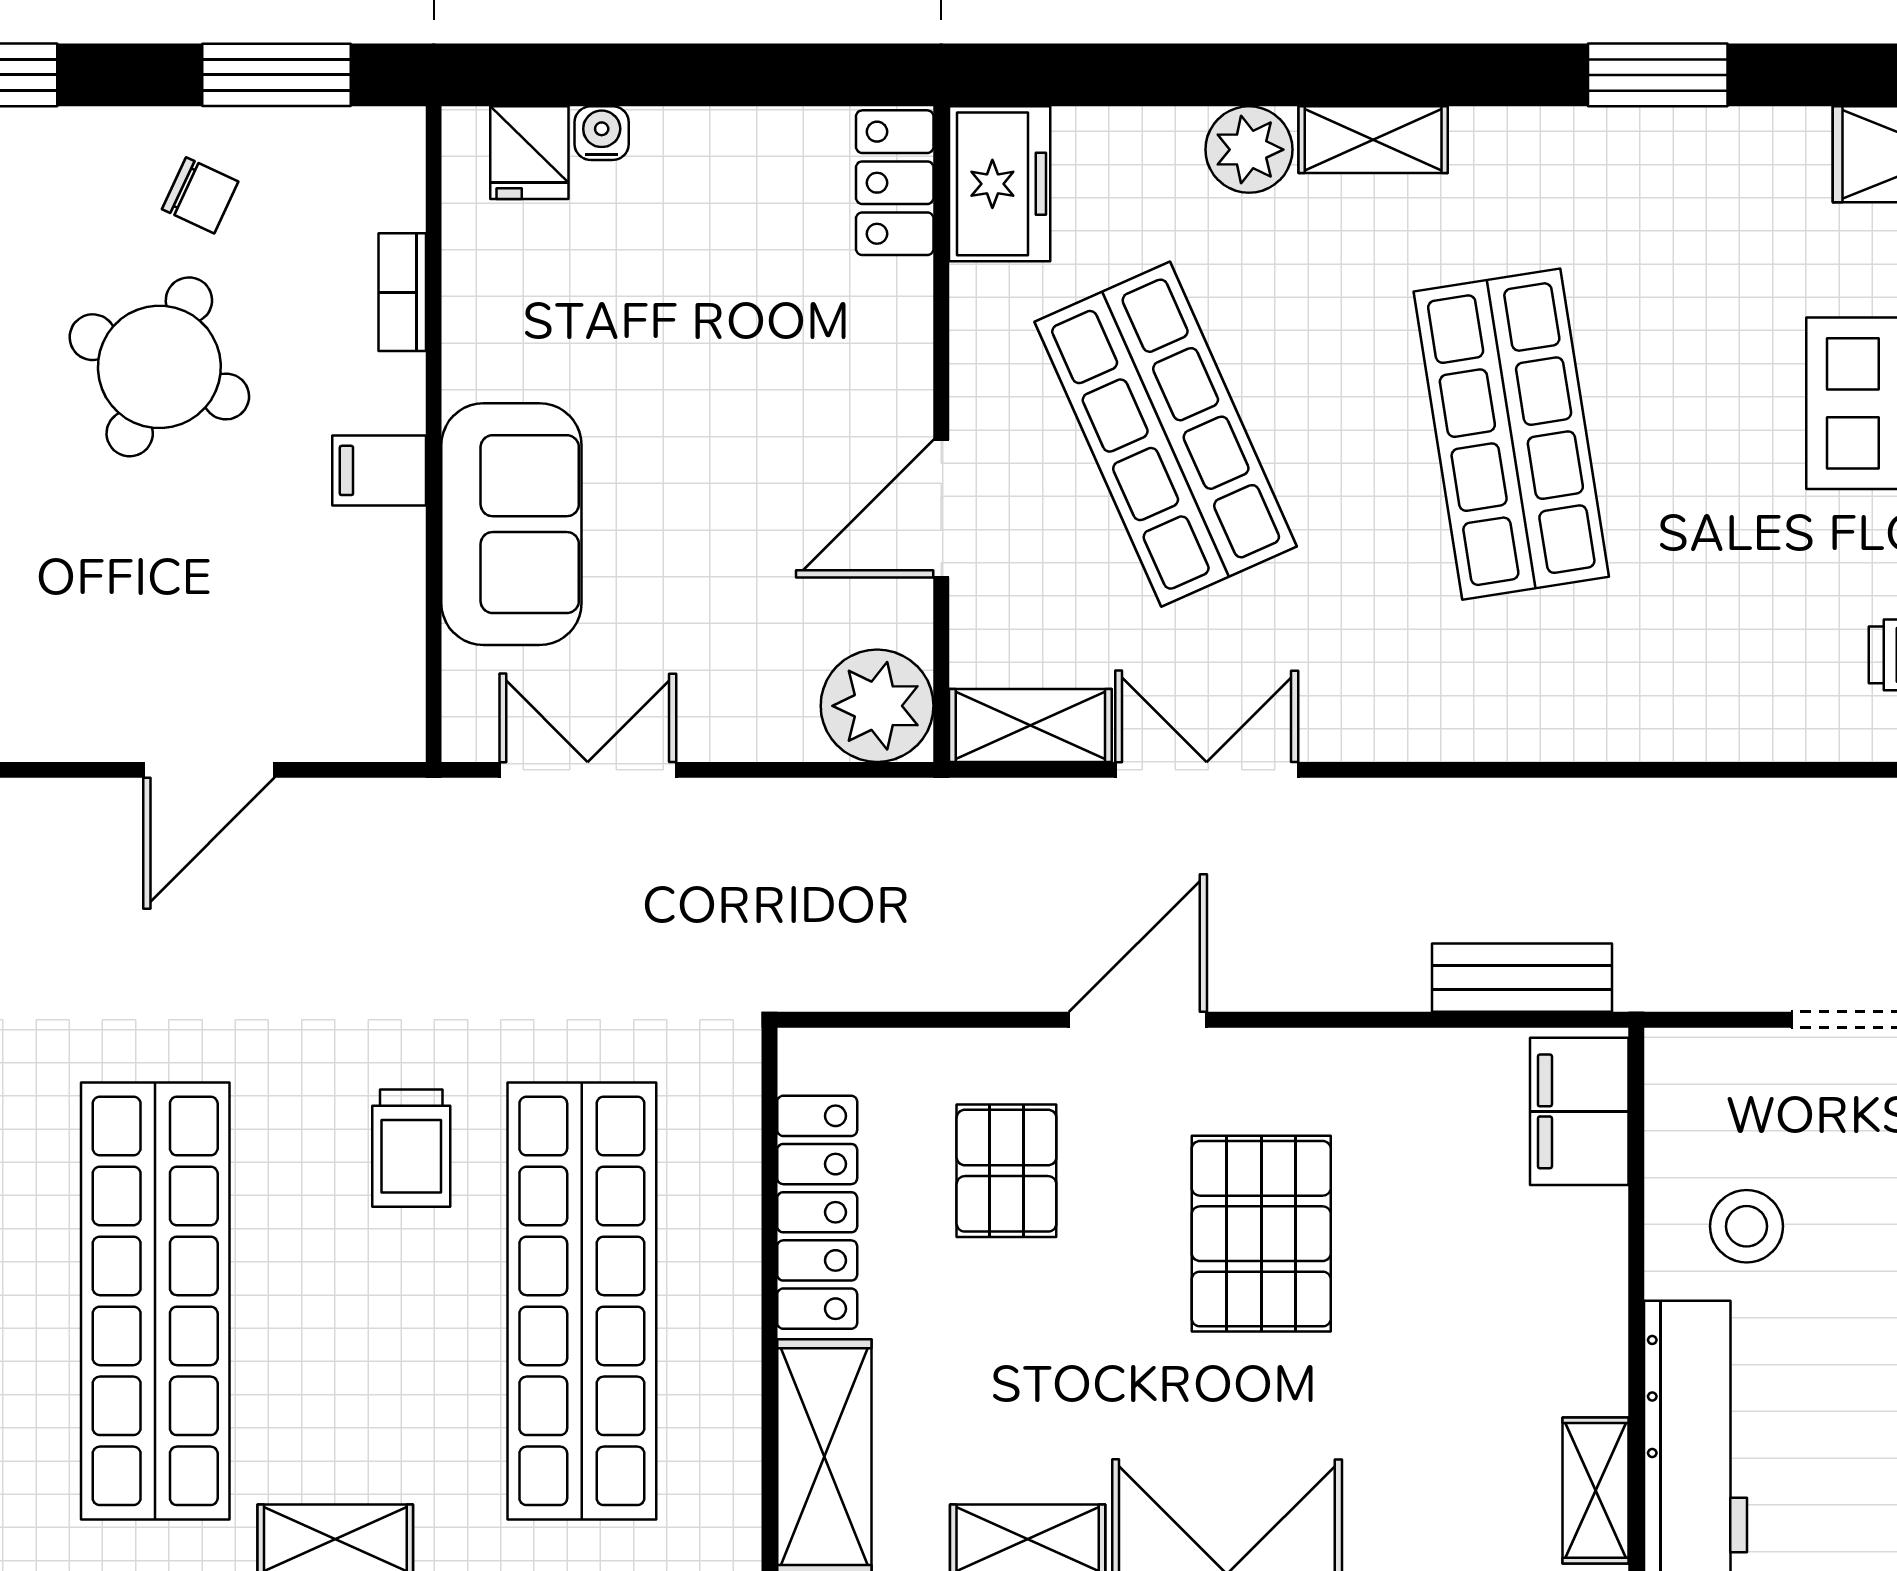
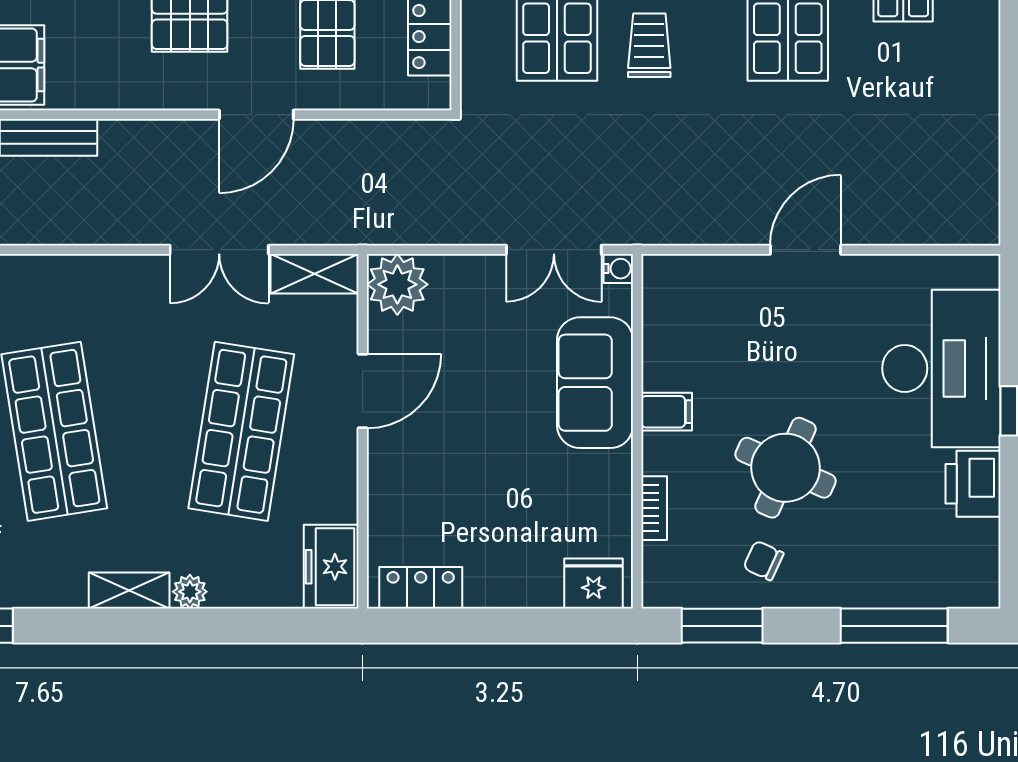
water cooler: (602, 133) -> (618, 269), moved, turned -90
plant: (1249, 150) -> (190, 592), width x0.73, depth x0.73
fridge: (529, 153) -> (593, 584), width x1.38
locker: (895, 183) -> (421, 588), moved, turned -90
shop shelf: (1166, 434) -> (241, 431), turned 33
door: (209, 770) -> (805, 250), moved

